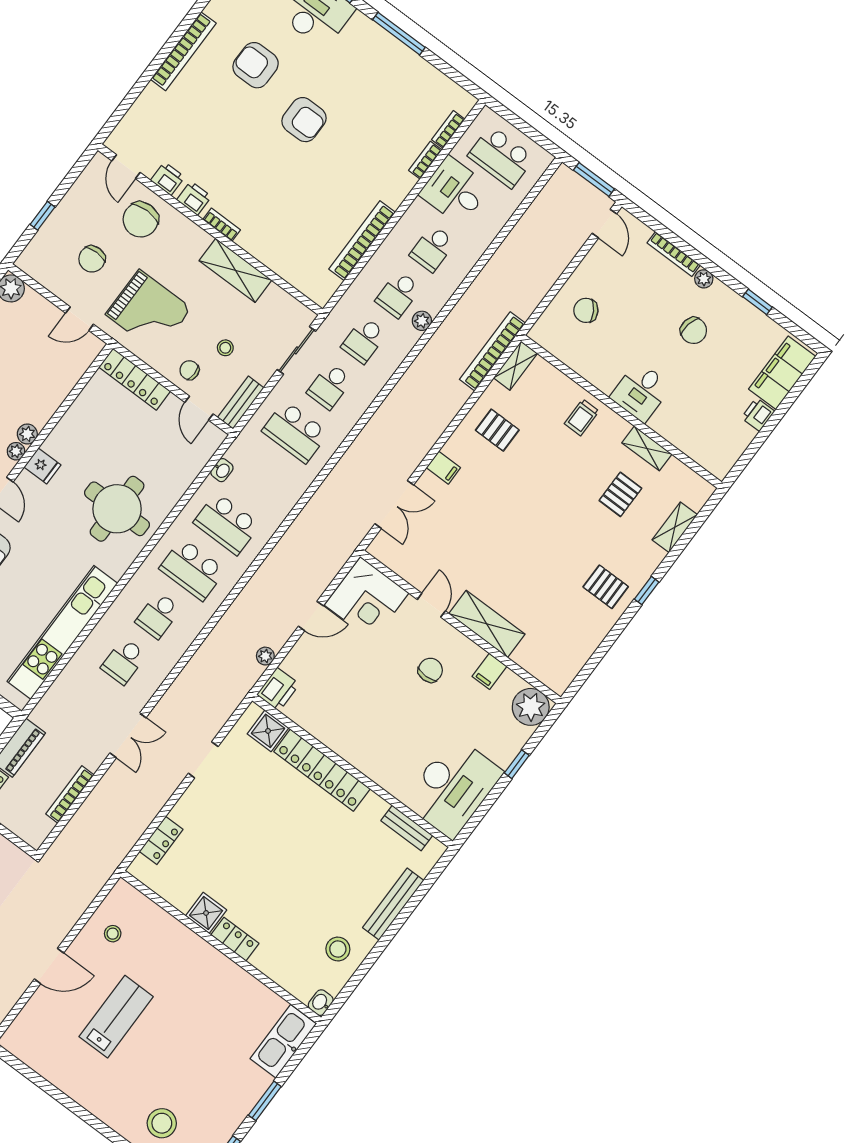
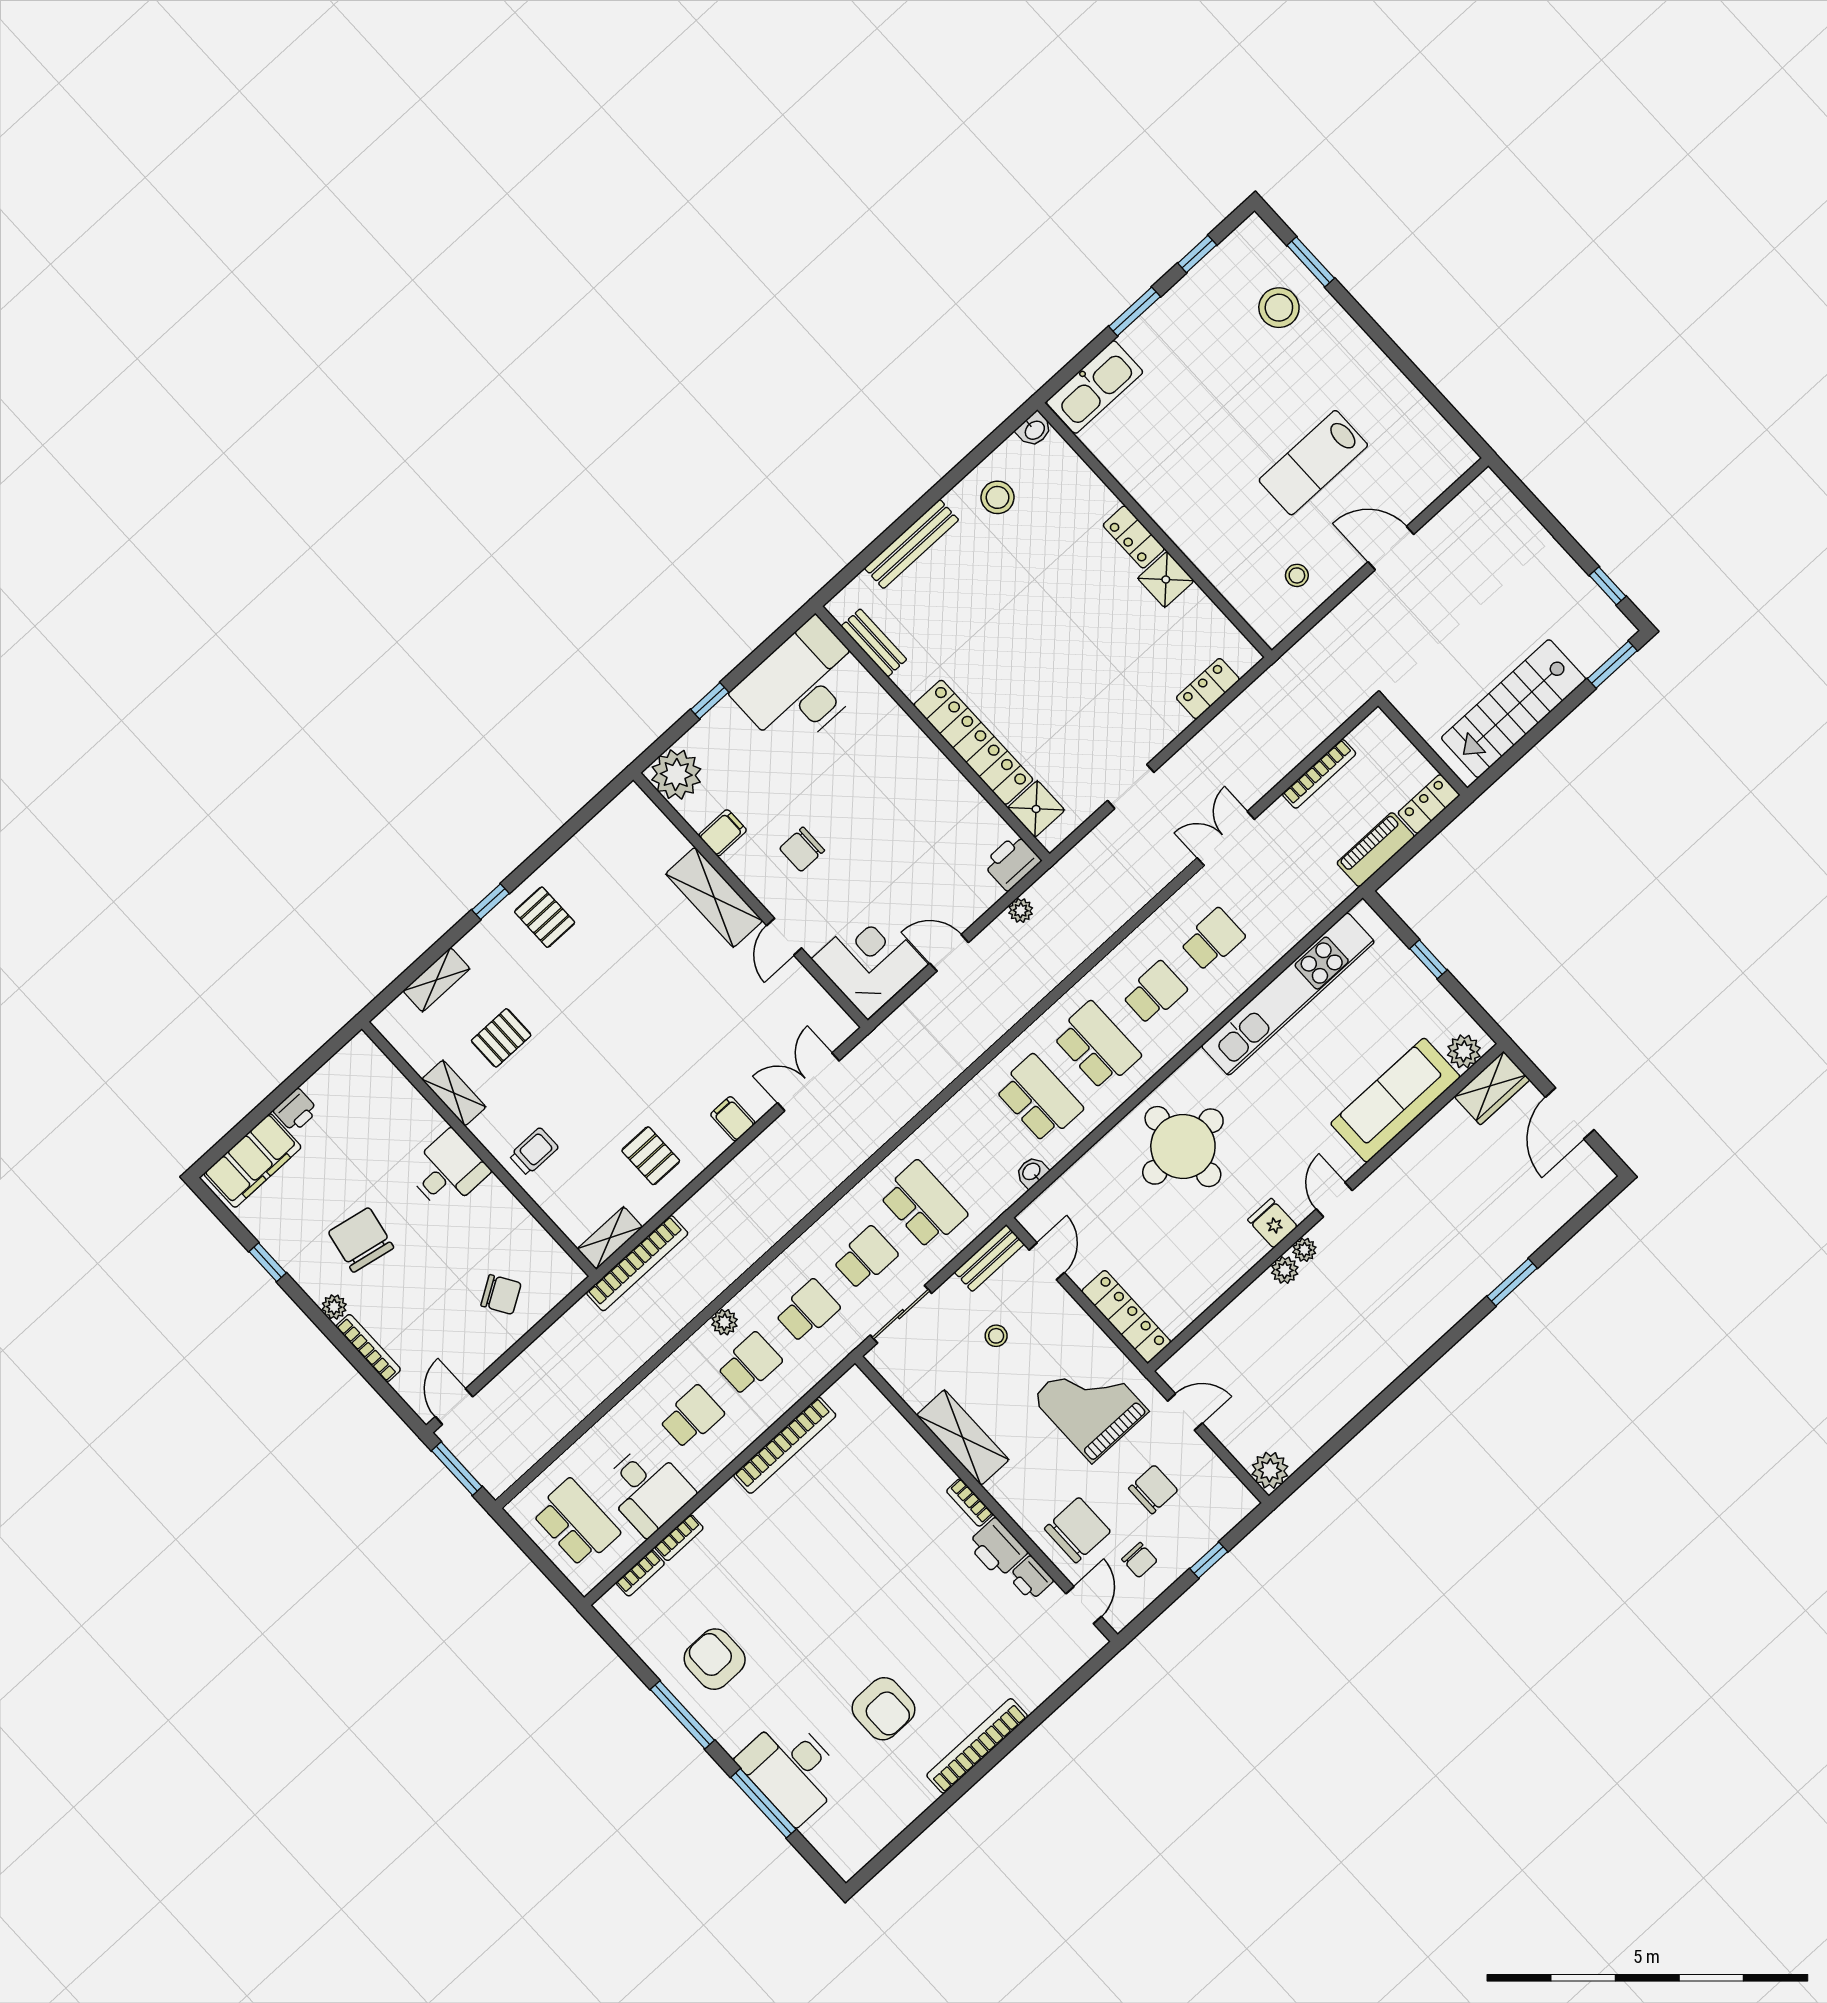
armchair: (304, 120) -> (715, 1659), moved
printer: (194, 198) -> (997, 1548), width x1.36, depth x1.24
chair: (694, 331) -> (361, 1240), width x1.37, depth x1.37
chair: (189, 370) -> (1140, 1560), moved

